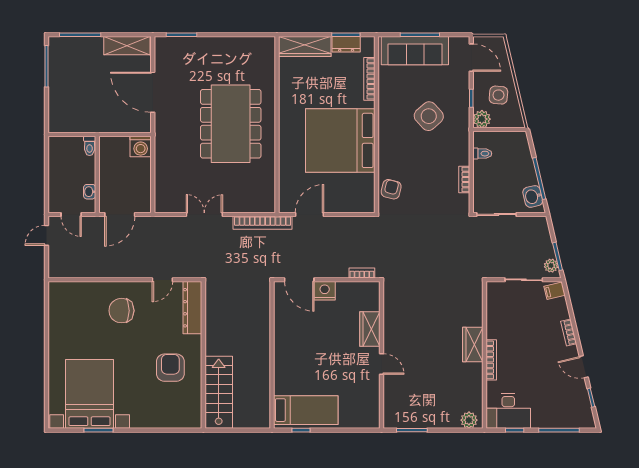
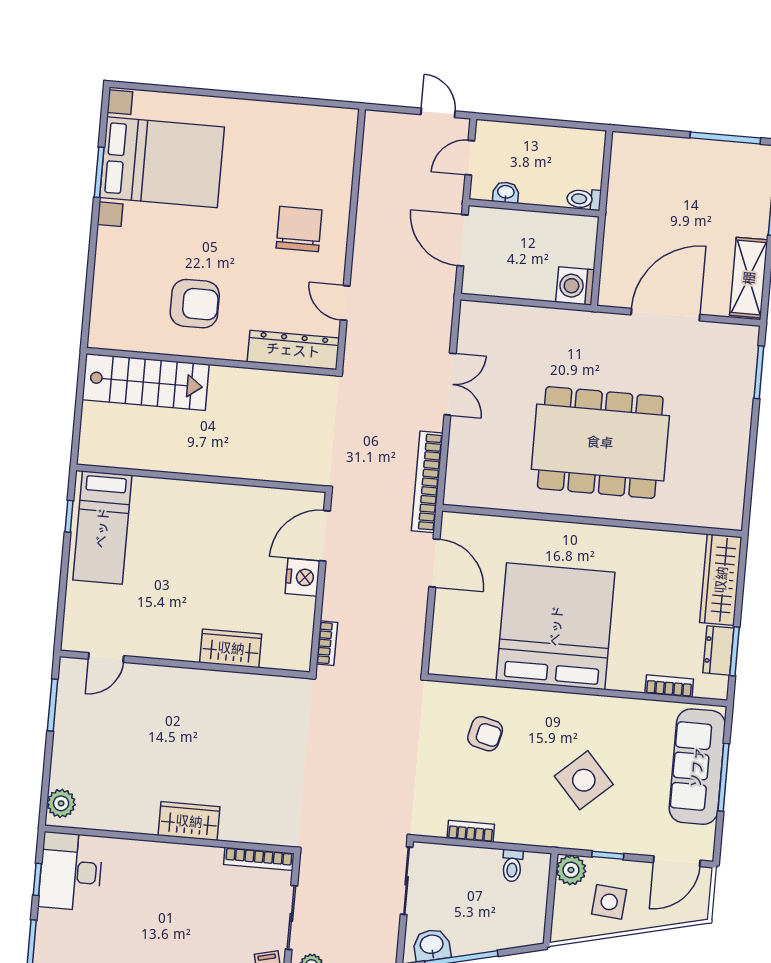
bookcase: (369, 79) -> (669, 686), width x0.64
armchair: (391, 189) -> (485, 734), moved
bookcase: (491, 360) -> (259, 859), moved
door: (381, 364) -> (106, 657), moved

